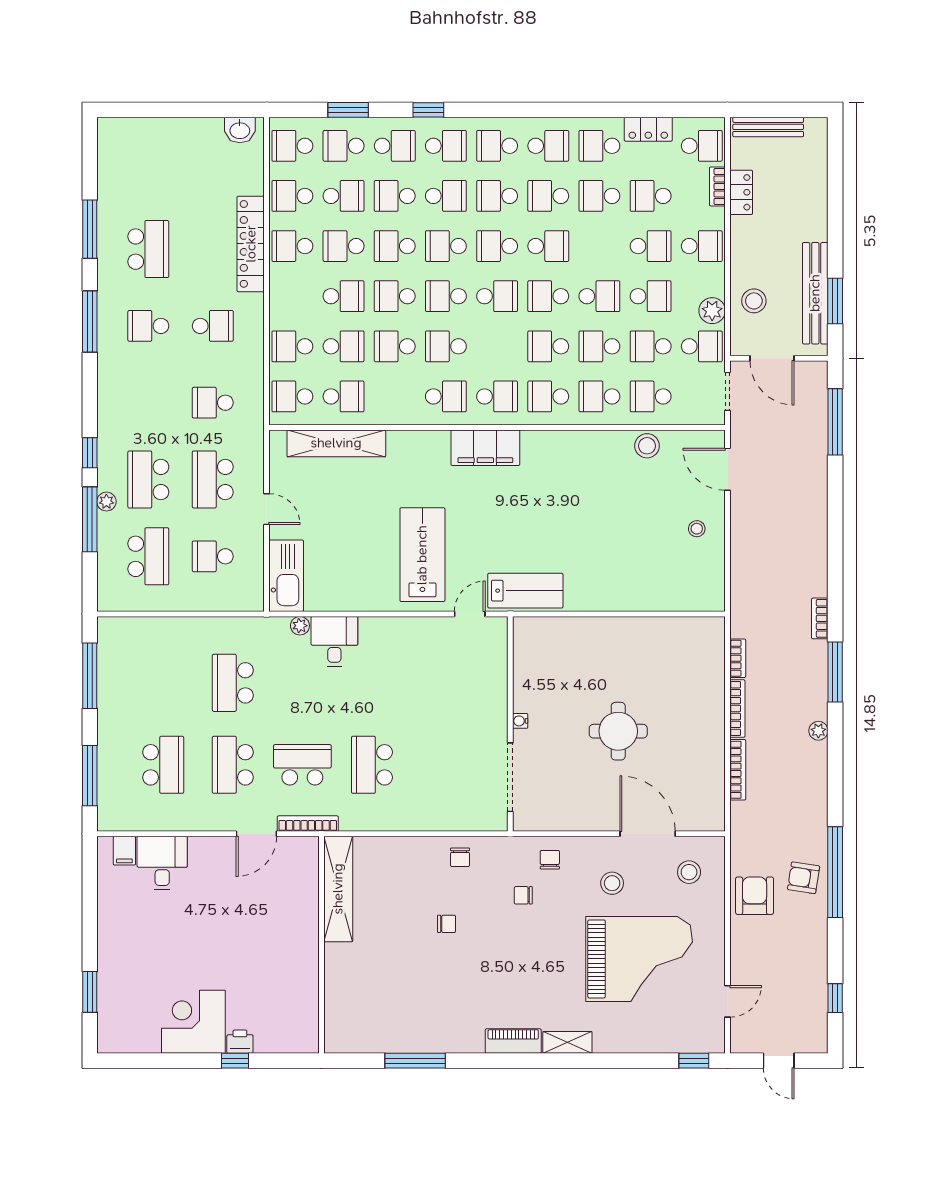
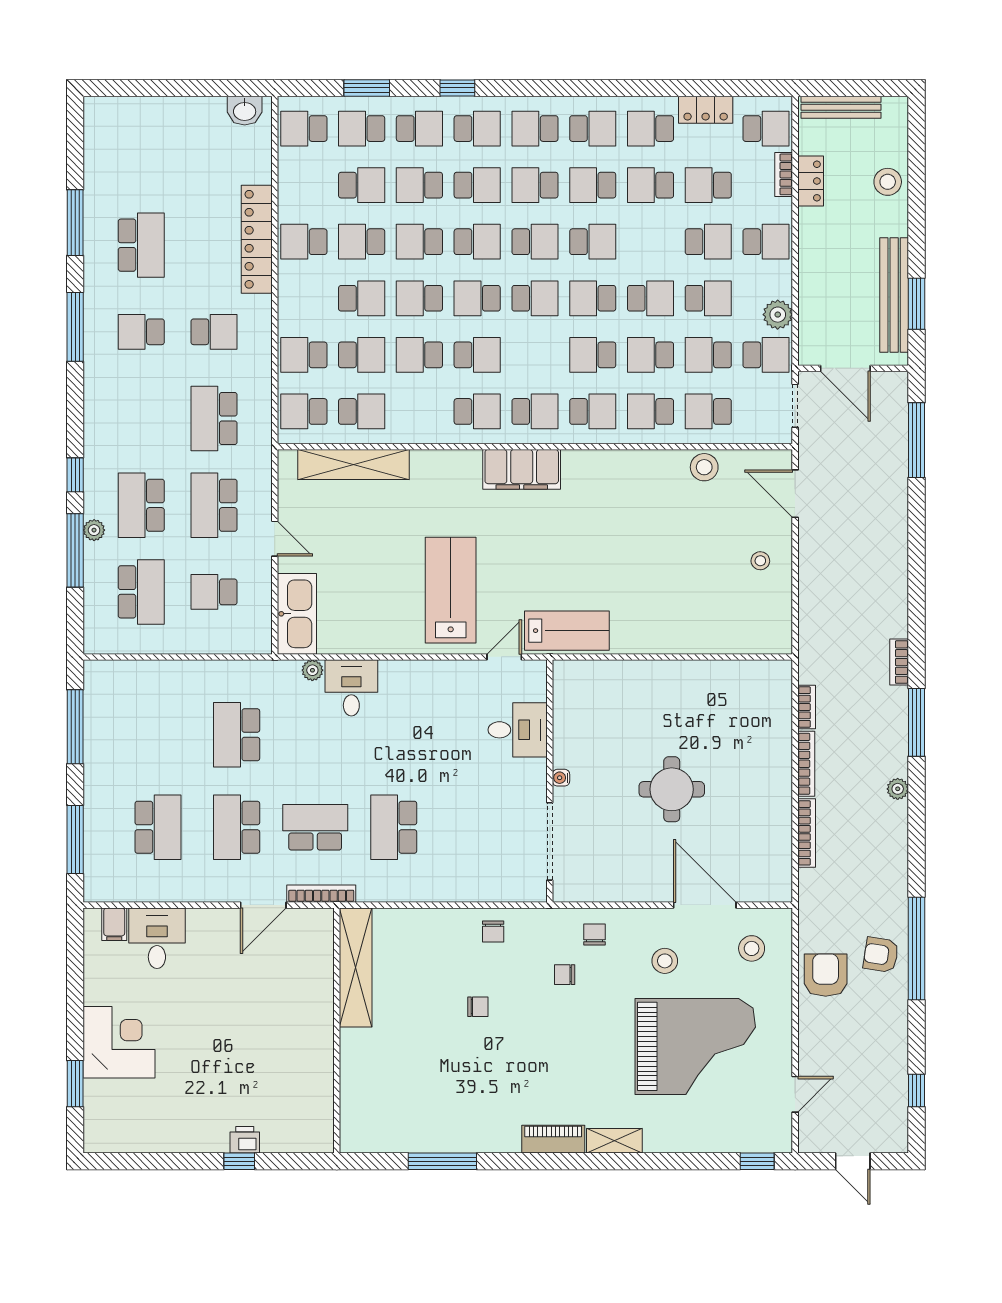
school desk: (292, 196) -> (304, 185), removed
school desk: (446, 246) -> (477, 242), turned 180
school desk: (497, 246) -> (535, 242), turned 180
stool: (754, 301) -> (888, 182), moved
school desk: (446, 346) -> (477, 355), turned 180
school desk: (548, 396) -> (593, 411), turned 180
school desk: (213, 403) -> (214, 419), width x1.85
desk: (482, 678) -> (518, 730), added
corner desk: (193, 1022) -> (119, 1042), moved, turned 90

